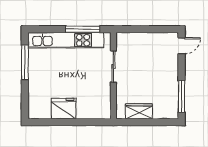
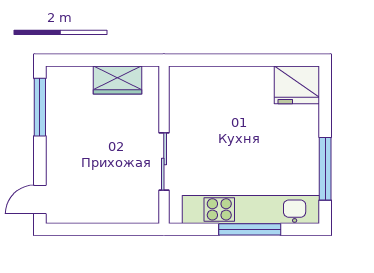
window: (83, 29) -> (250, 229), moved
fridge: (64, 109) -> (297, 85), moved

